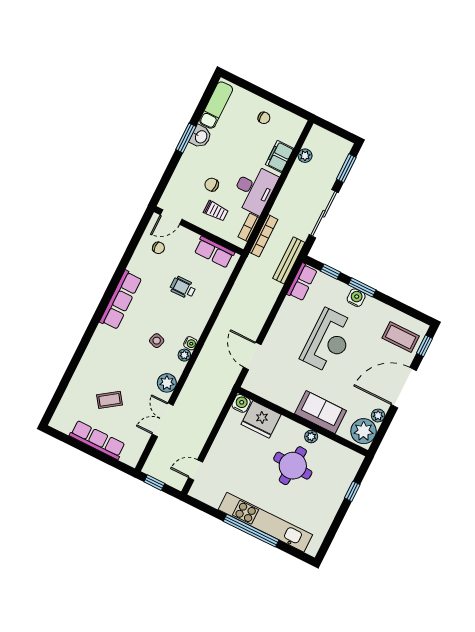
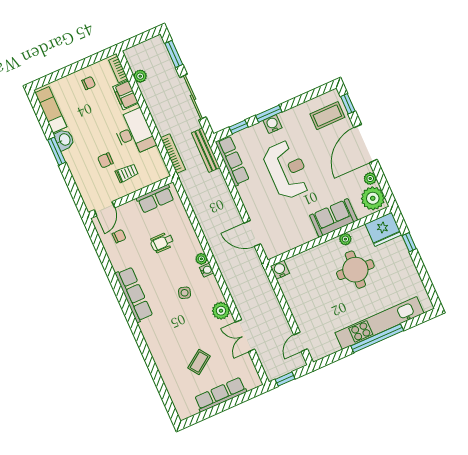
bookcase: (249, 227) -> (118, 69), moved
row of seats: (302, 282) -> (232, 161), width x1.48
plant: (184, 355) -> (201, 259), moved
fridge: (261, 419) -> (383, 229), moved

